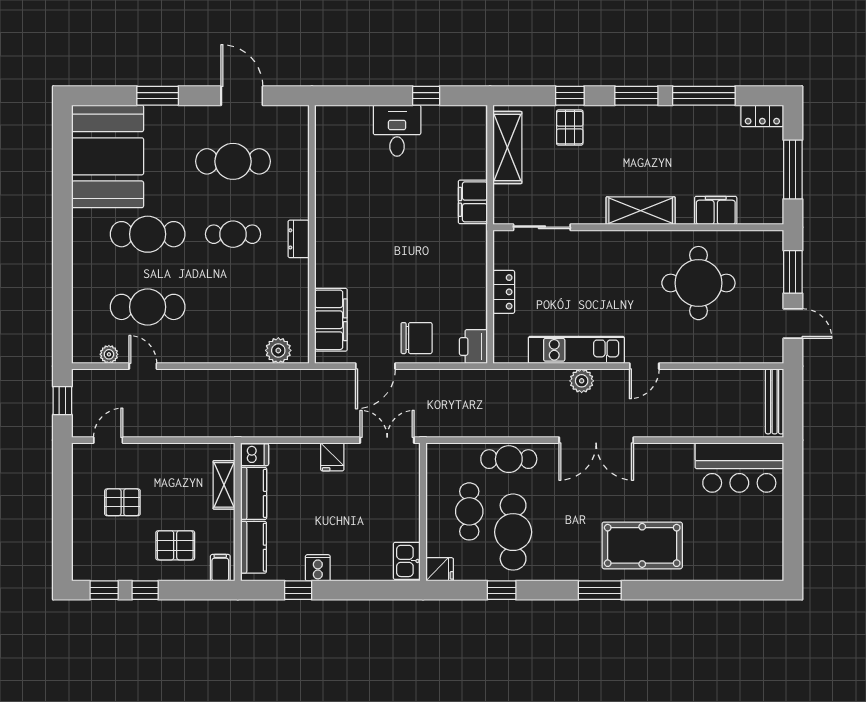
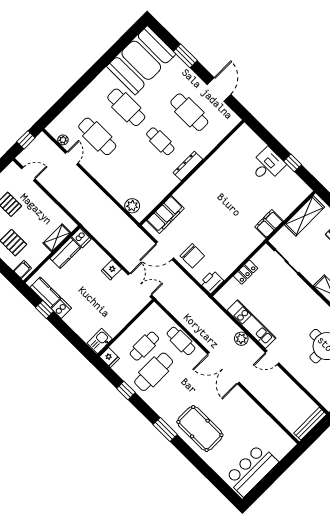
dresser: (299, 239) -> (188, 166), width x1.44
bar counter: (739, 468) -> (252, 470), moved, turned 90
kitchen counter: (254, 547) -> (45, 292), moved, turned -90

